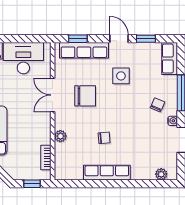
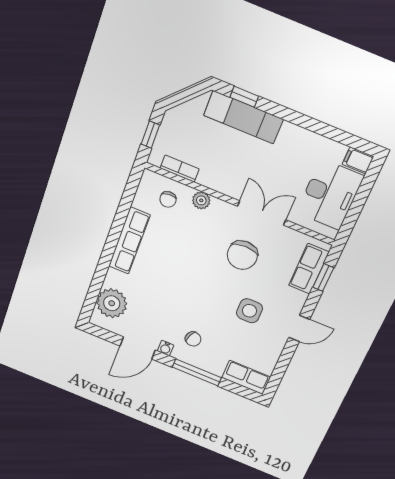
window: (146, 39) -> (284, 360), removed
row of seats: (84, 50) -> (309, 269), width x0.68
chair: (104, 138) -> (168, 199), moved
plant: (161, 174) -> (112, 303), width x1.88, depth x1.88

